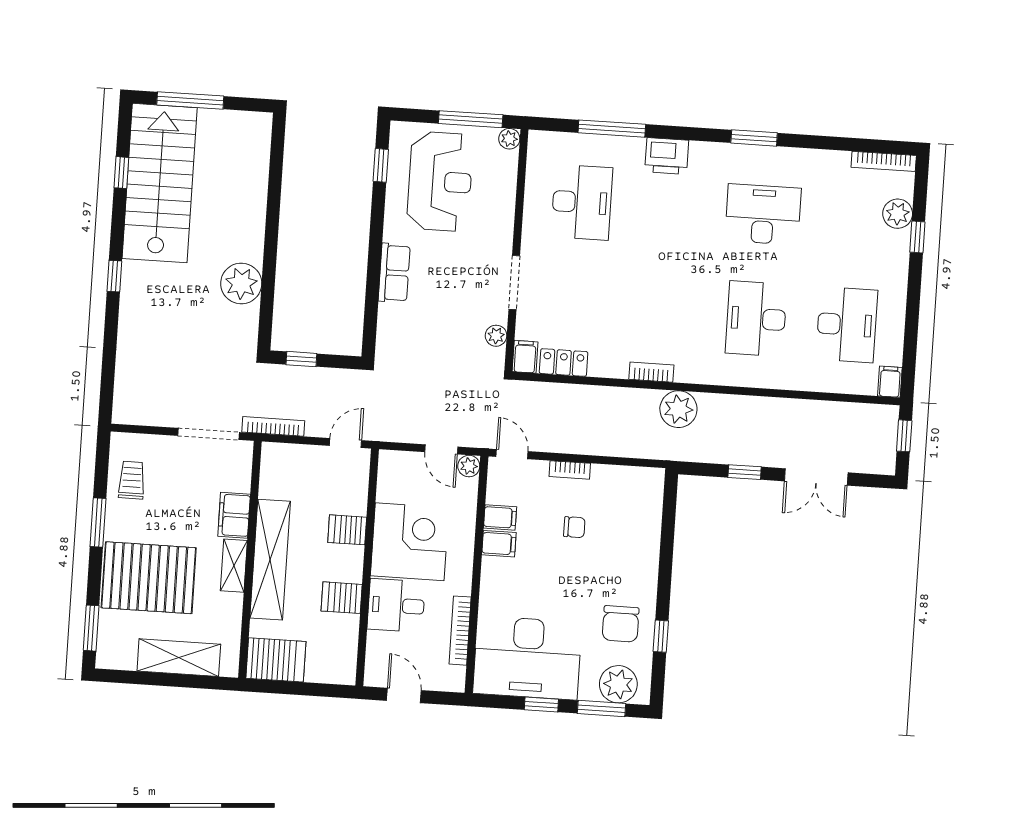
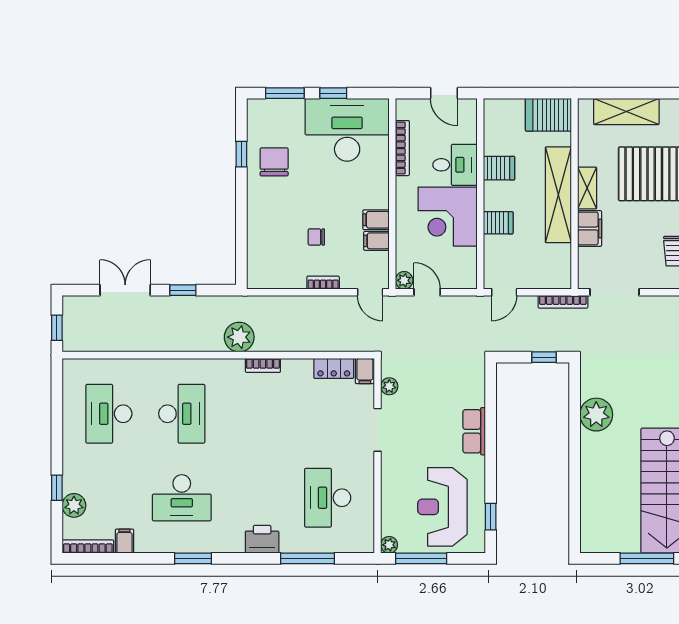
filing cabinet: (890, 382) -> (124, 541), moved, turned 180
plant: (618, 684) -> (273, 113), removed

